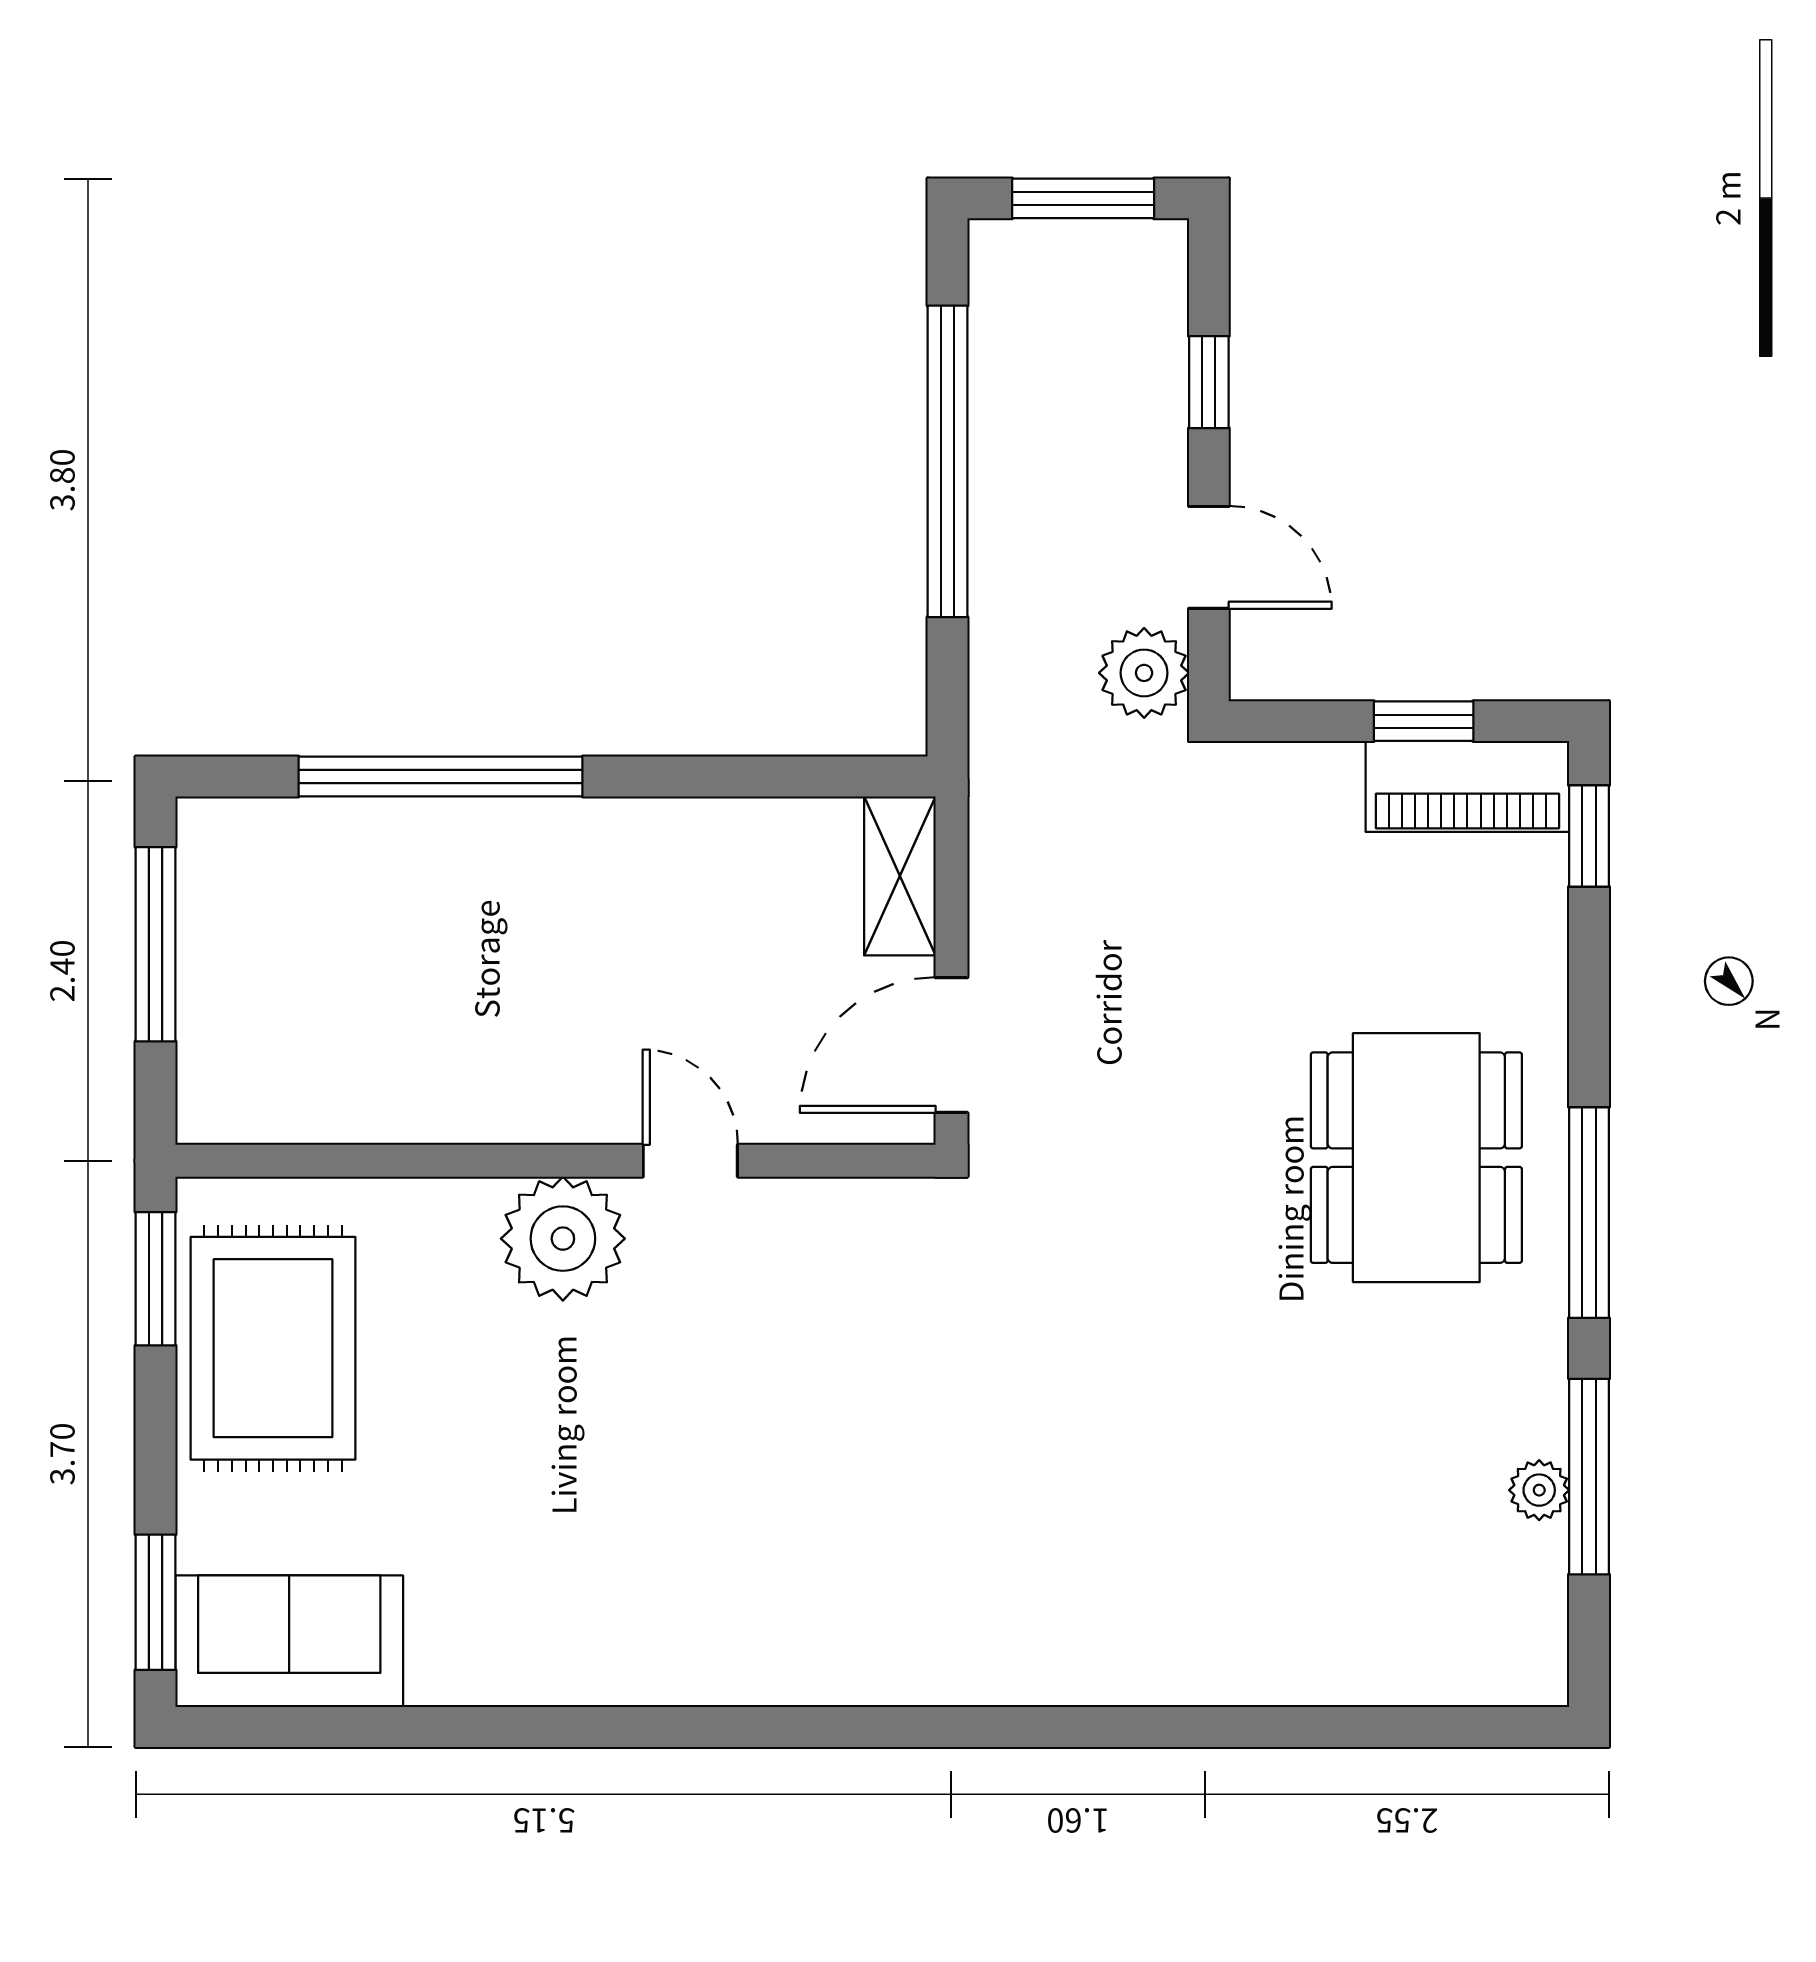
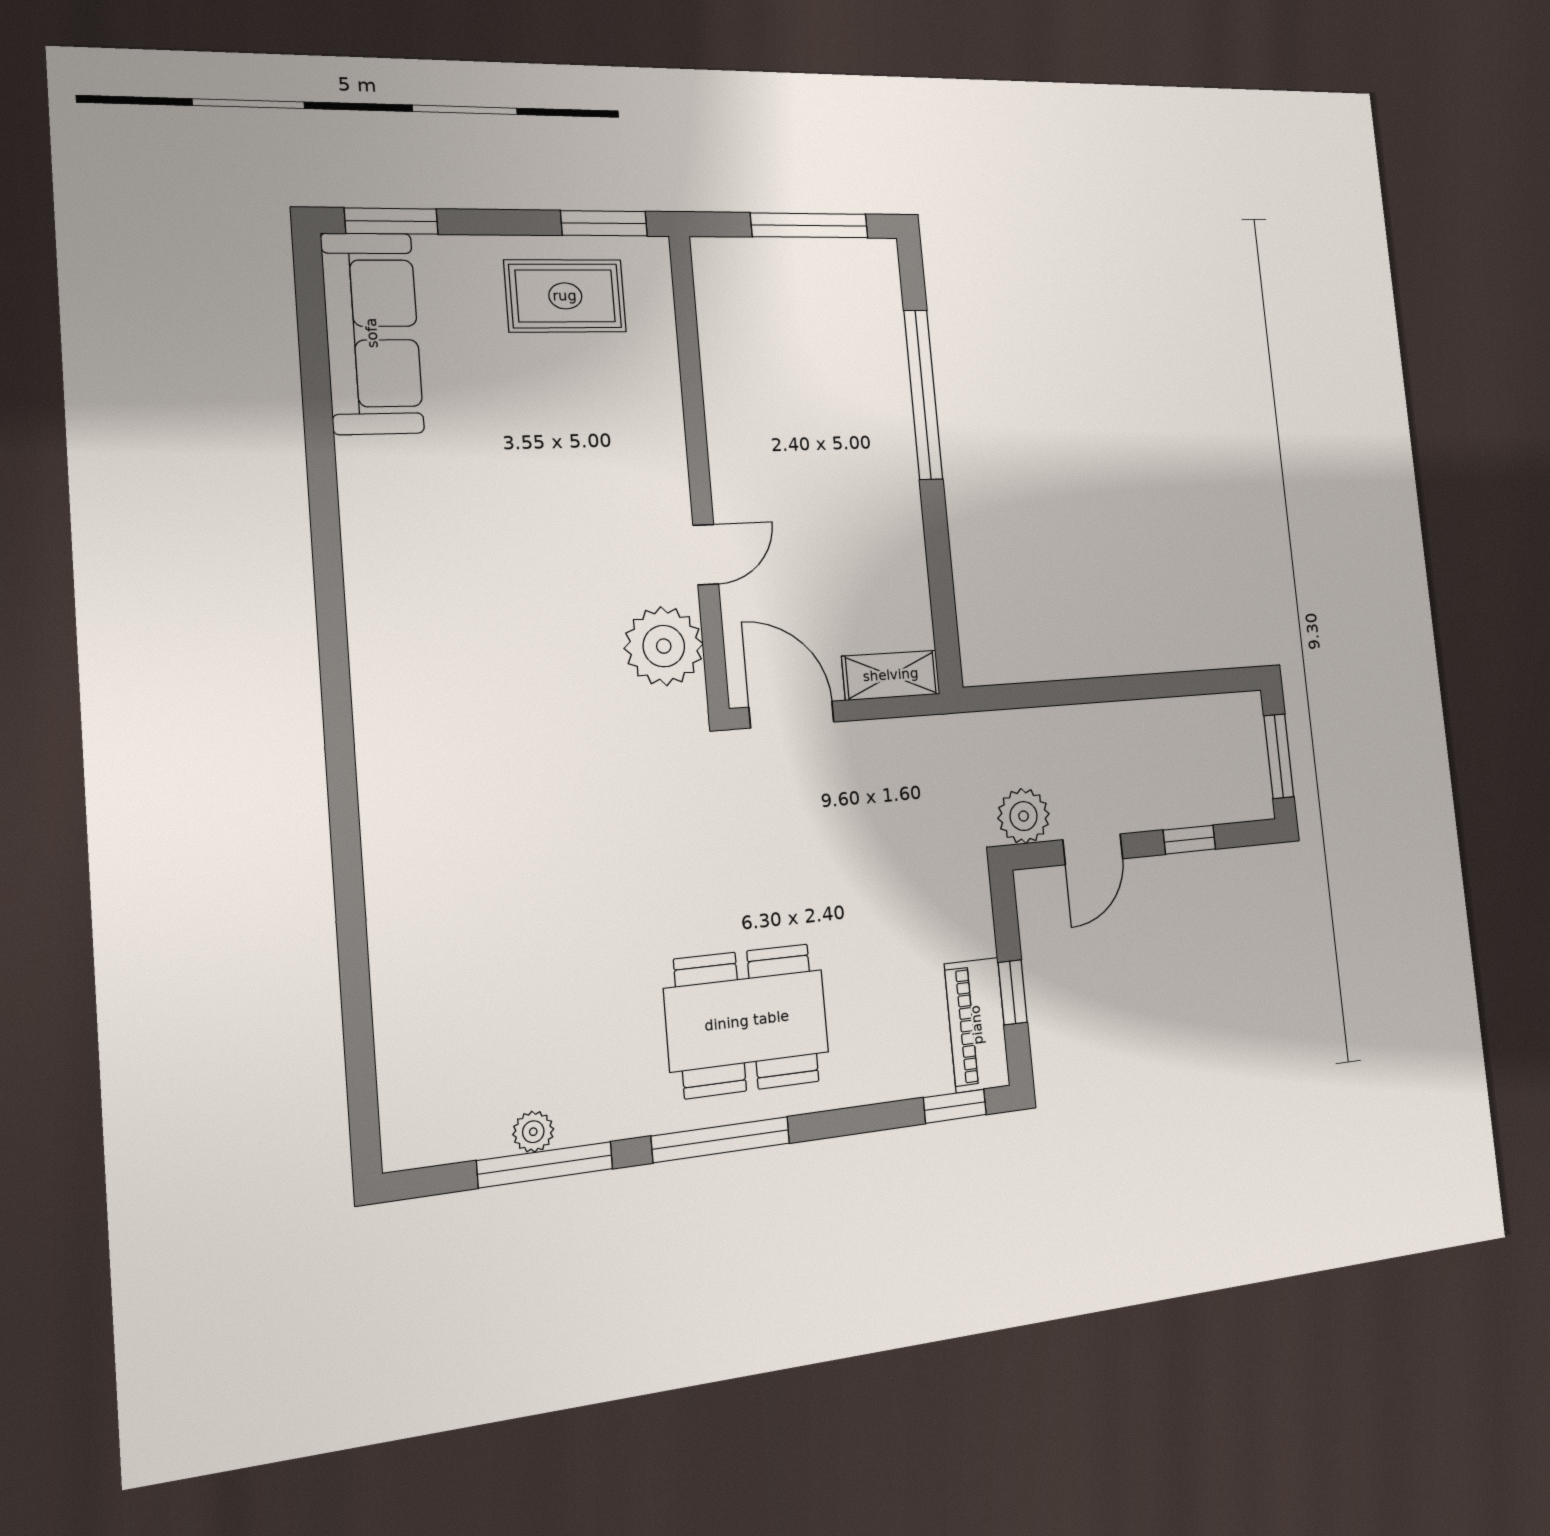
window: (947, 461) -> (1130, 688), removed
plant: (563, 1239) -> (664, 646), moved
rug: (273, 1348) -> (565, 296), width x0.73, depth x0.70
sofa: (289, 1641) -> (372, 333), width x1.36

